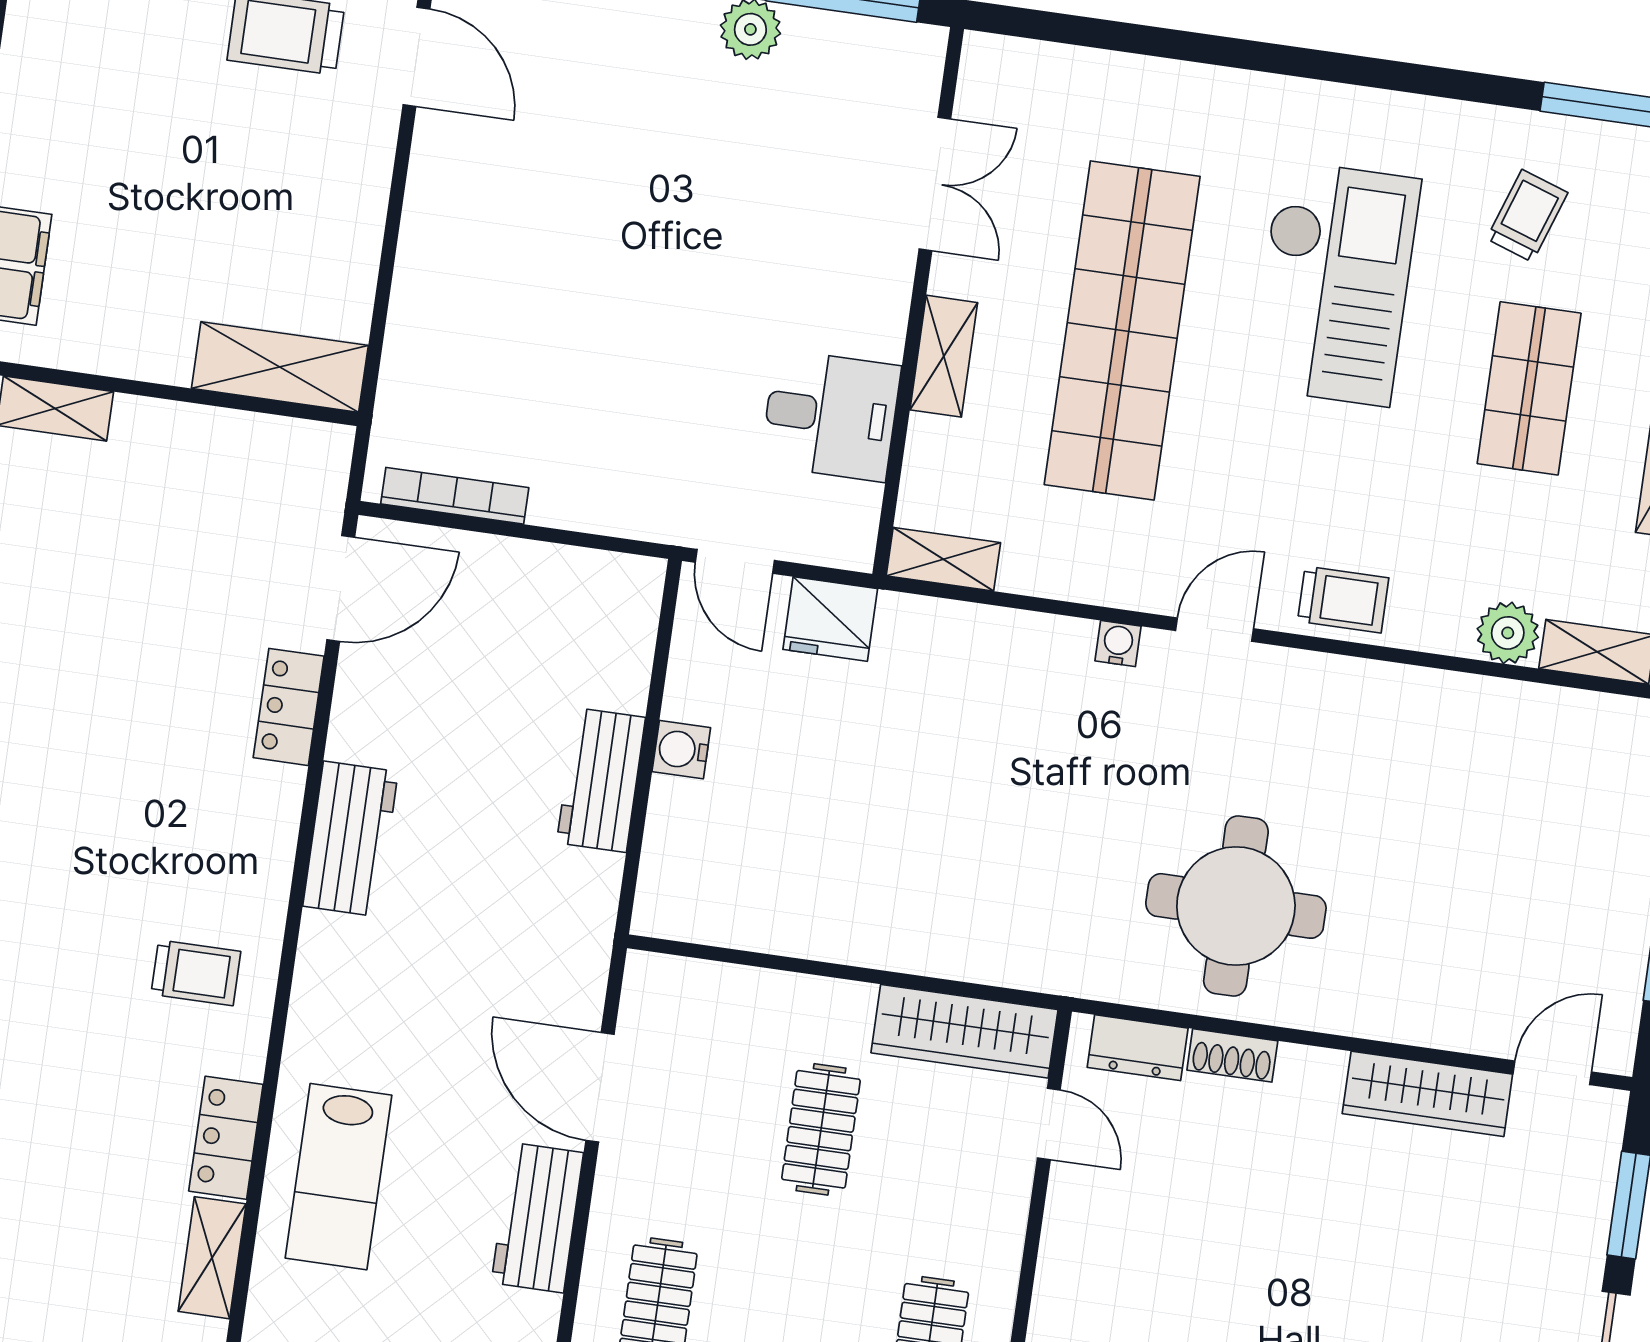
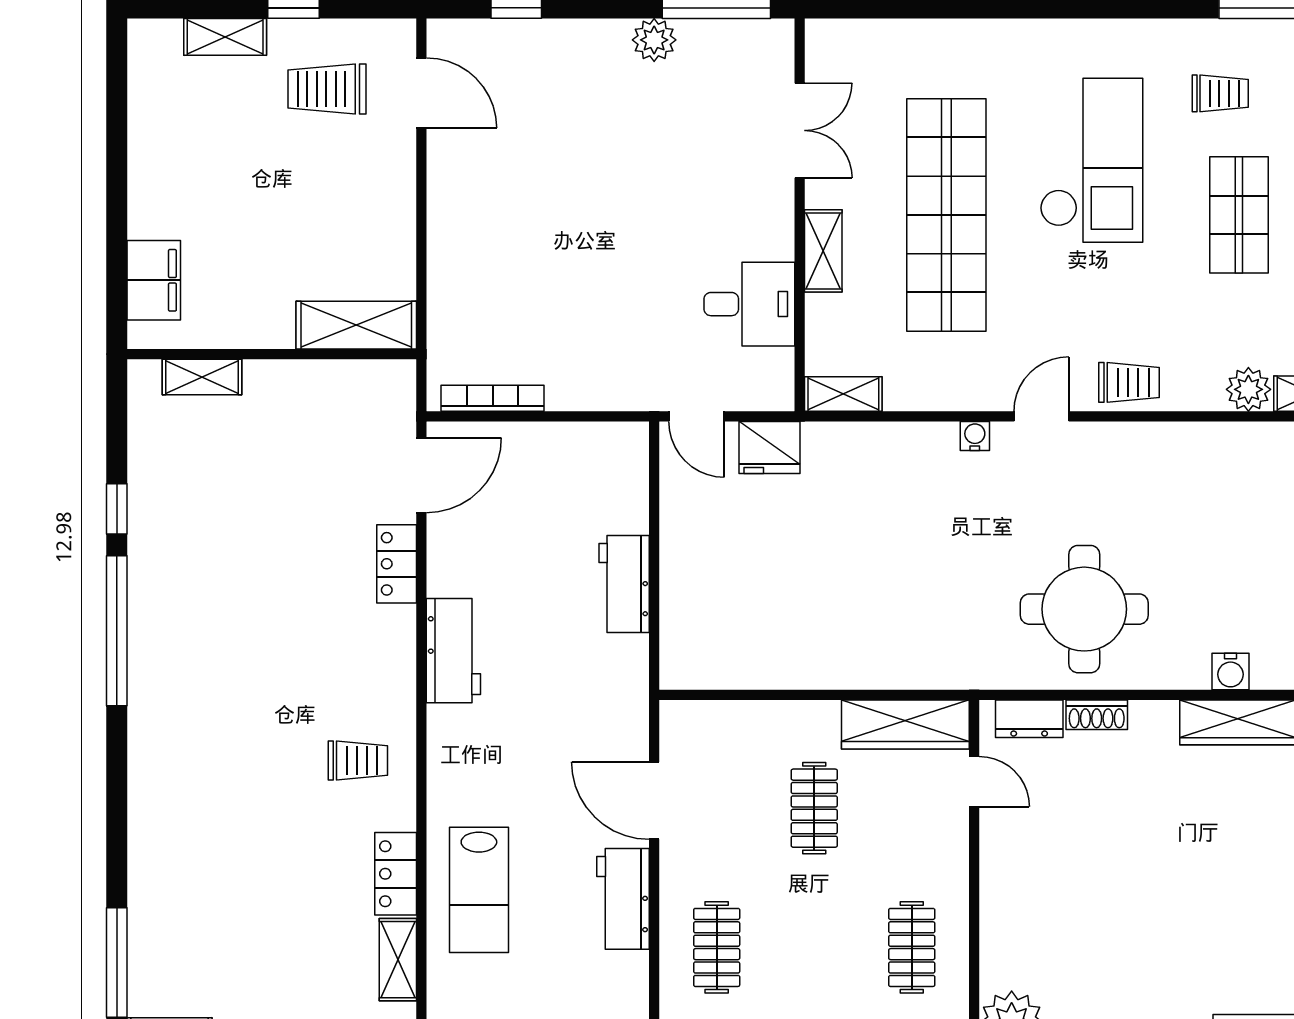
trolley: (1527, 216) -> (1220, 93), turned 71
water cooler: (681, 750) -> (1231, 671), moved, turned -90

